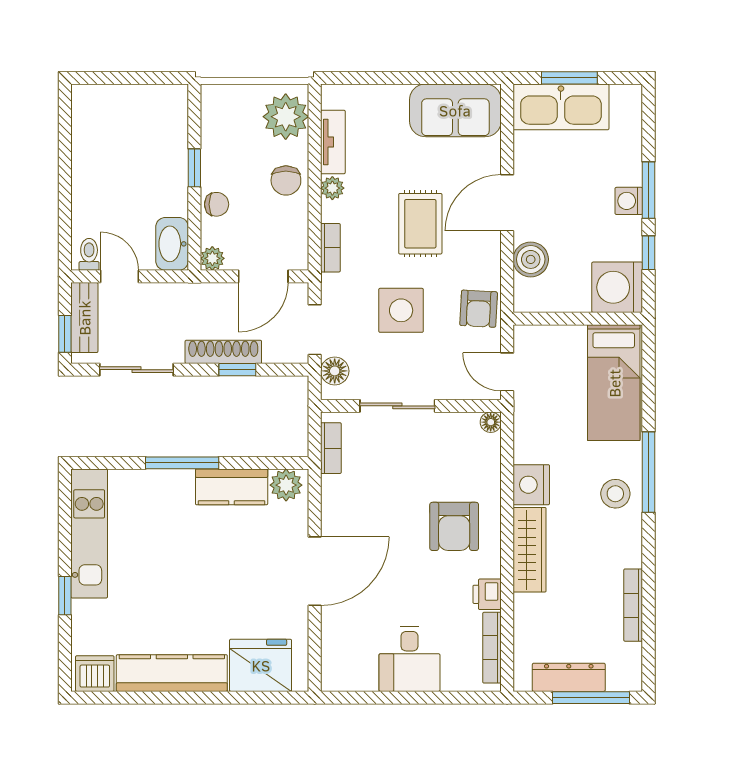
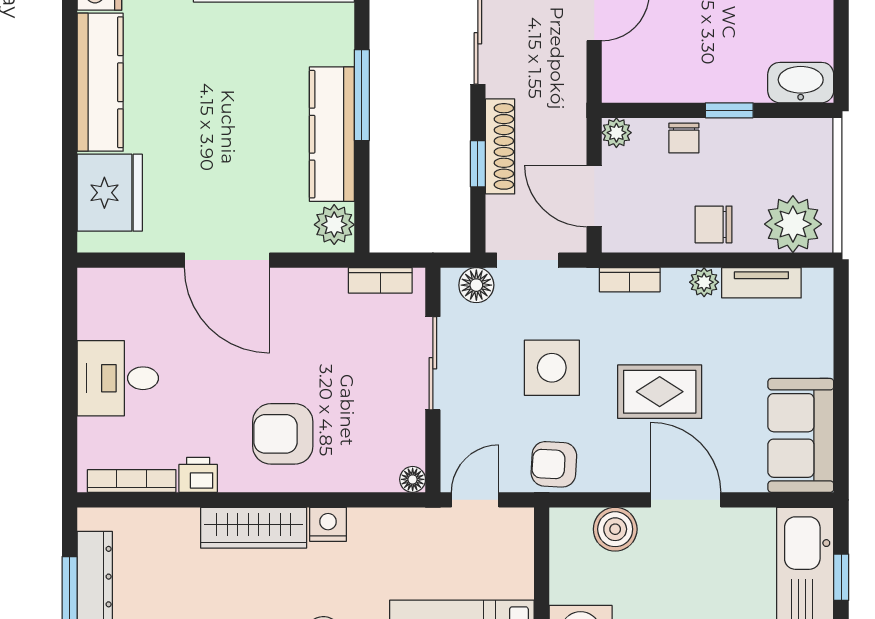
window: (569, 78) -> (841, 577), width x0.67
washbasin: (172, 244) -> (801, 83), moved
nightstand: (531, 485) -> (328, 524), width x0.74, depth x0.75
kitchen counter: (232, 487) -> (332, 134), width x1.50

